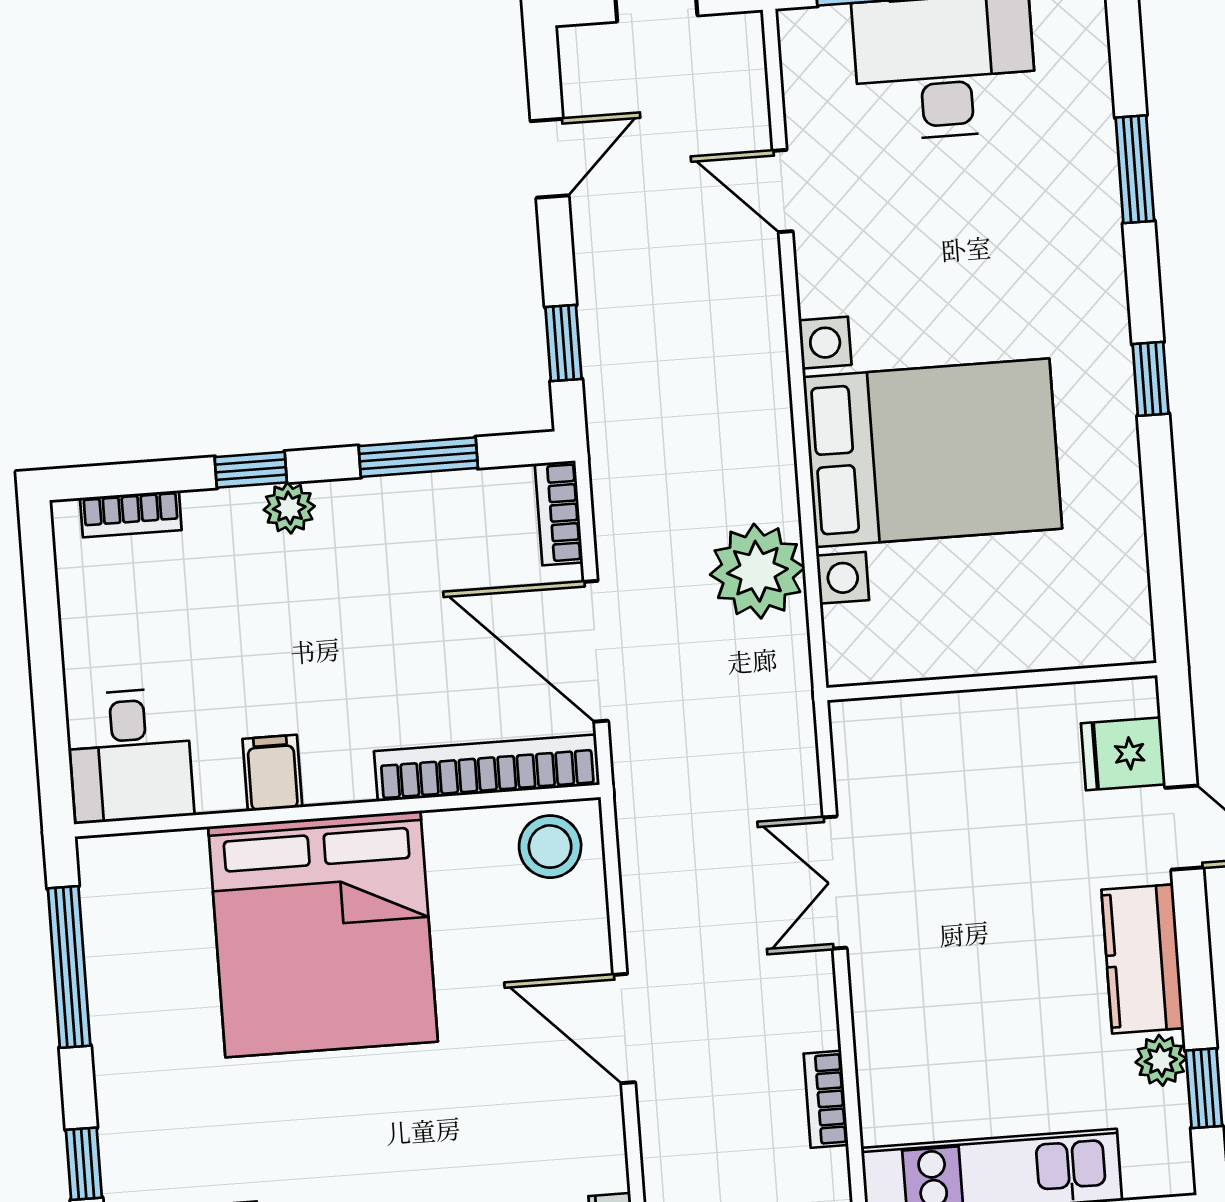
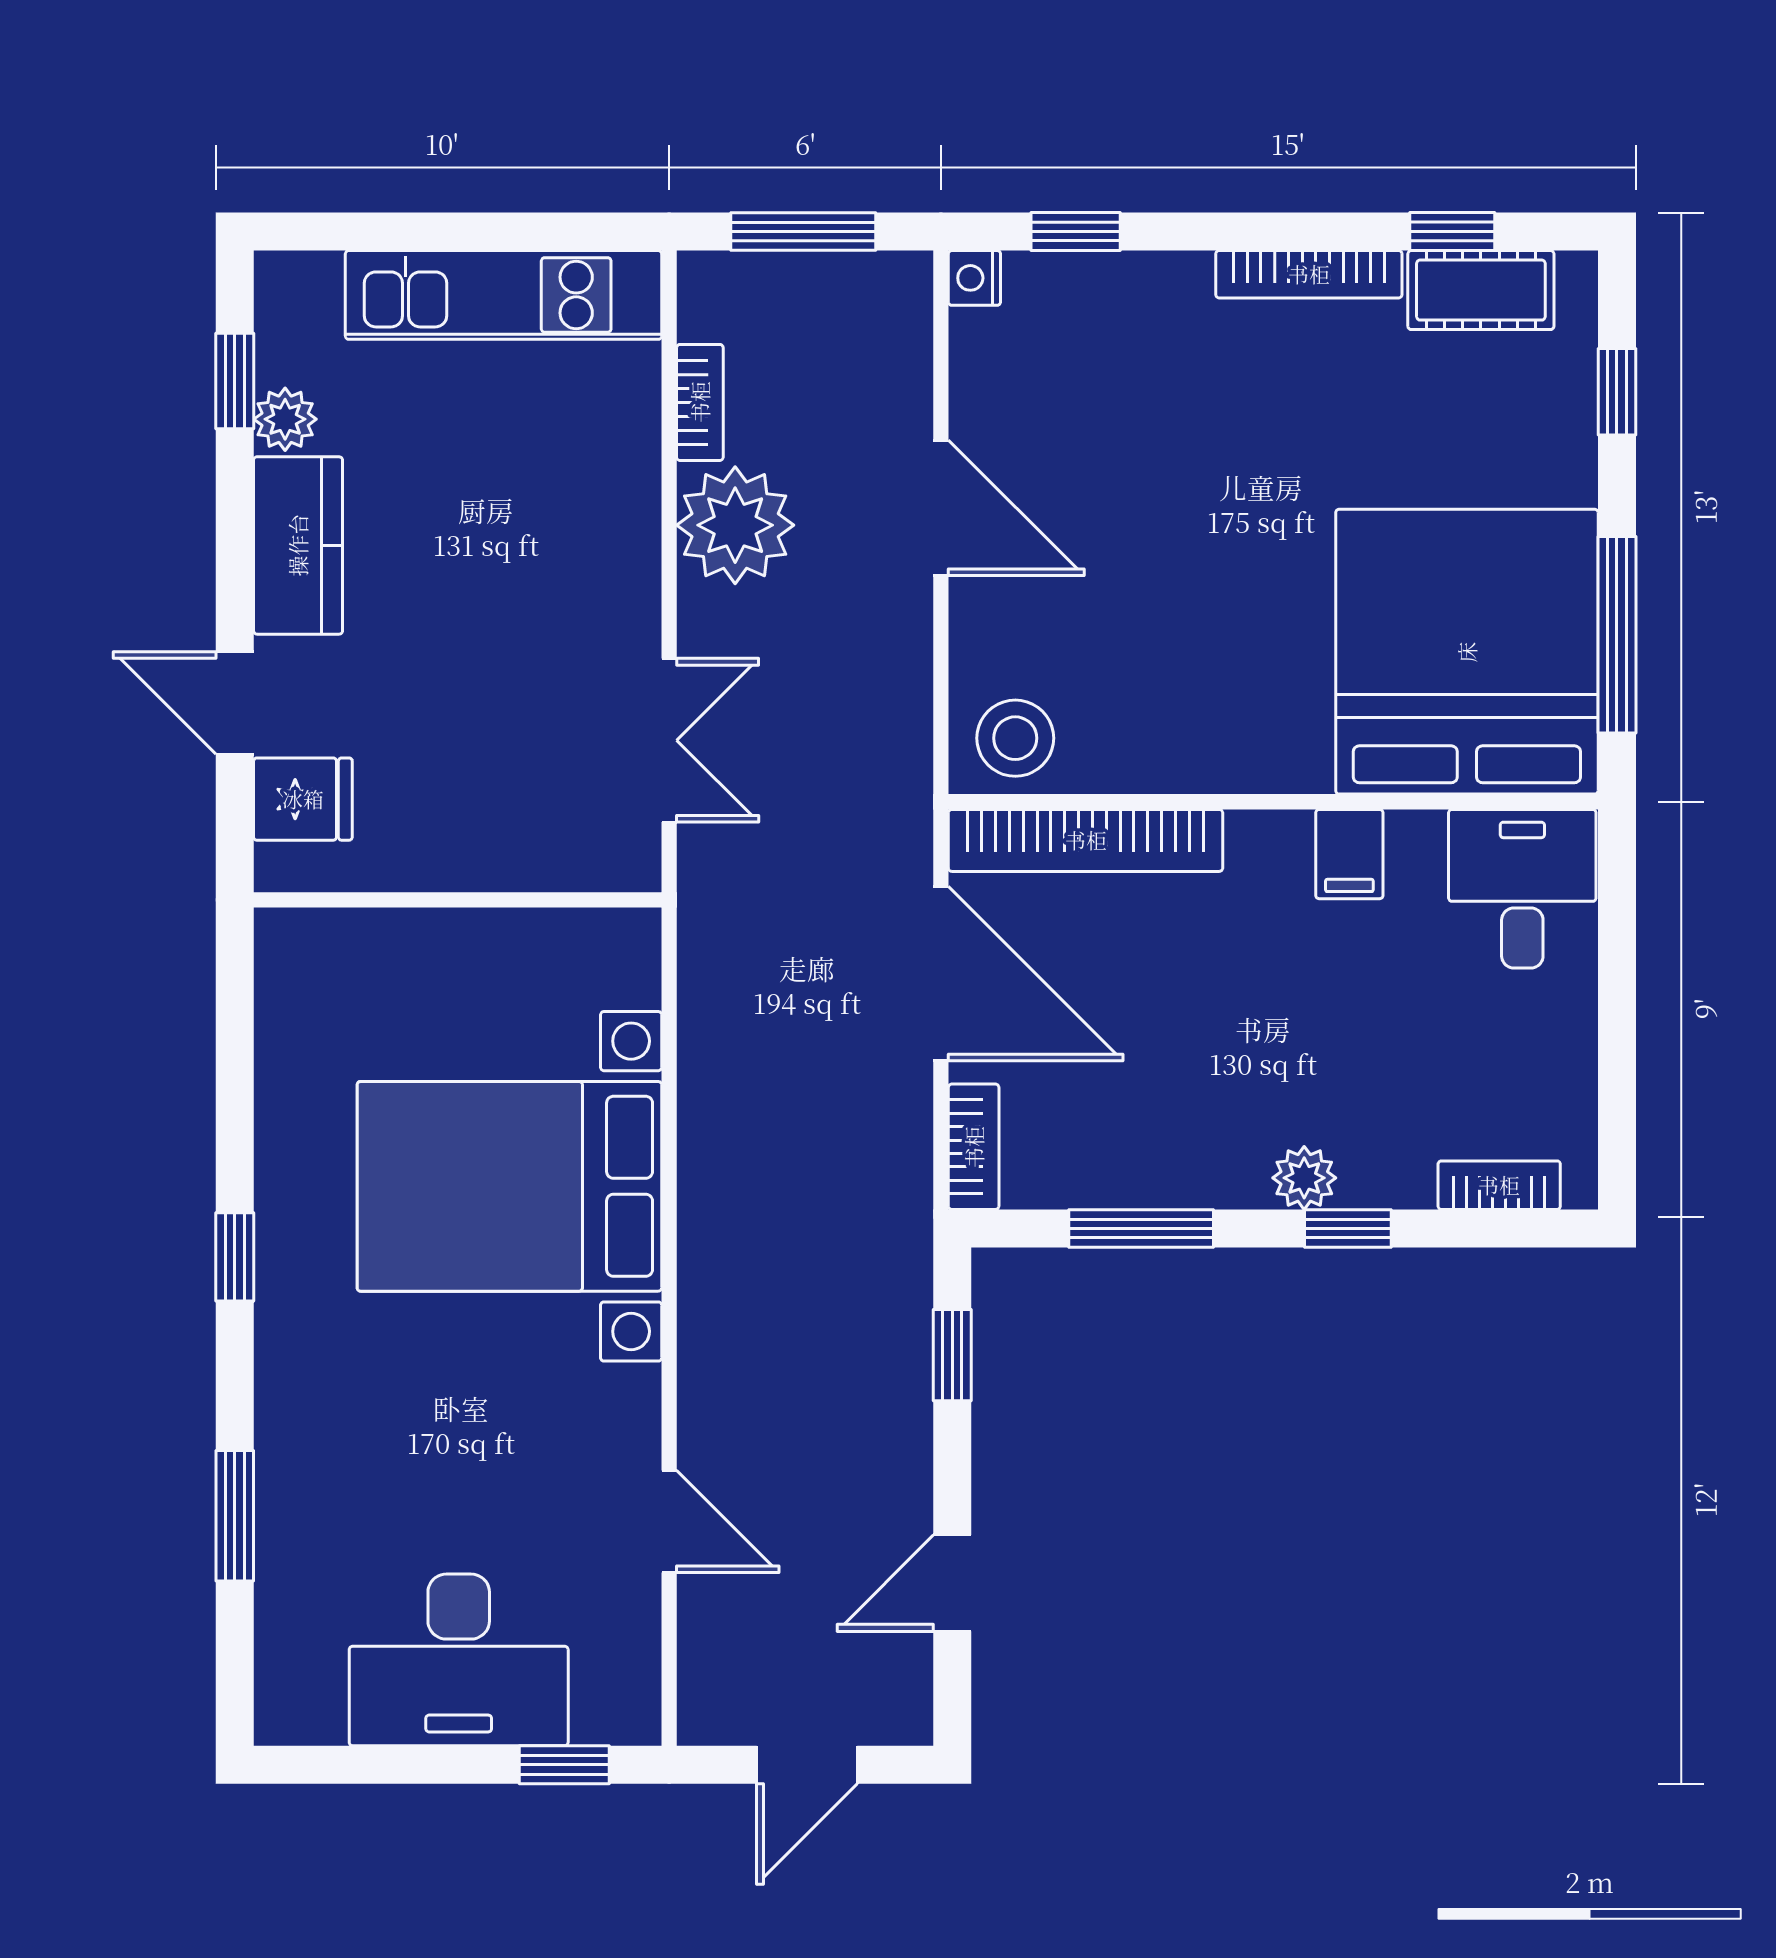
plant: (757, 571) -> (735, 525), moved
double door: (835, 883) -> (669, 740), moved
bed: (323, 934) -> (1467, 652), moved

